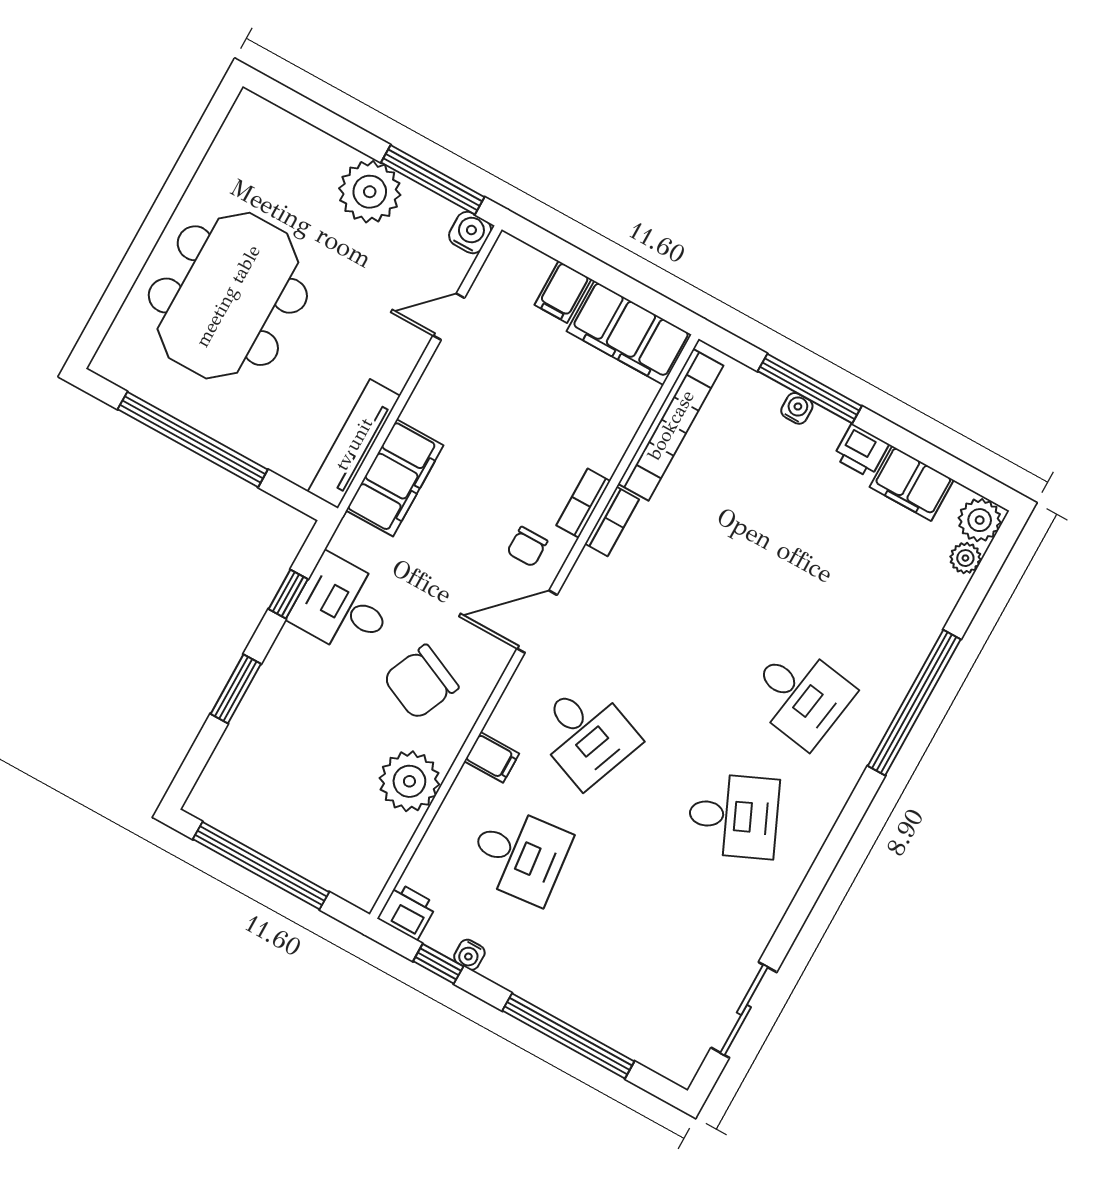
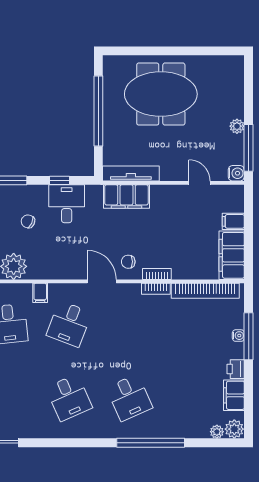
plant: (370, 192) -> (237, 126), width x0.53, depth x0.53
chair: (421, 682) -> (28, 221), moved, width x0.54, depth x0.54
desk: (800, 695) -> (129, 398), turned -33

